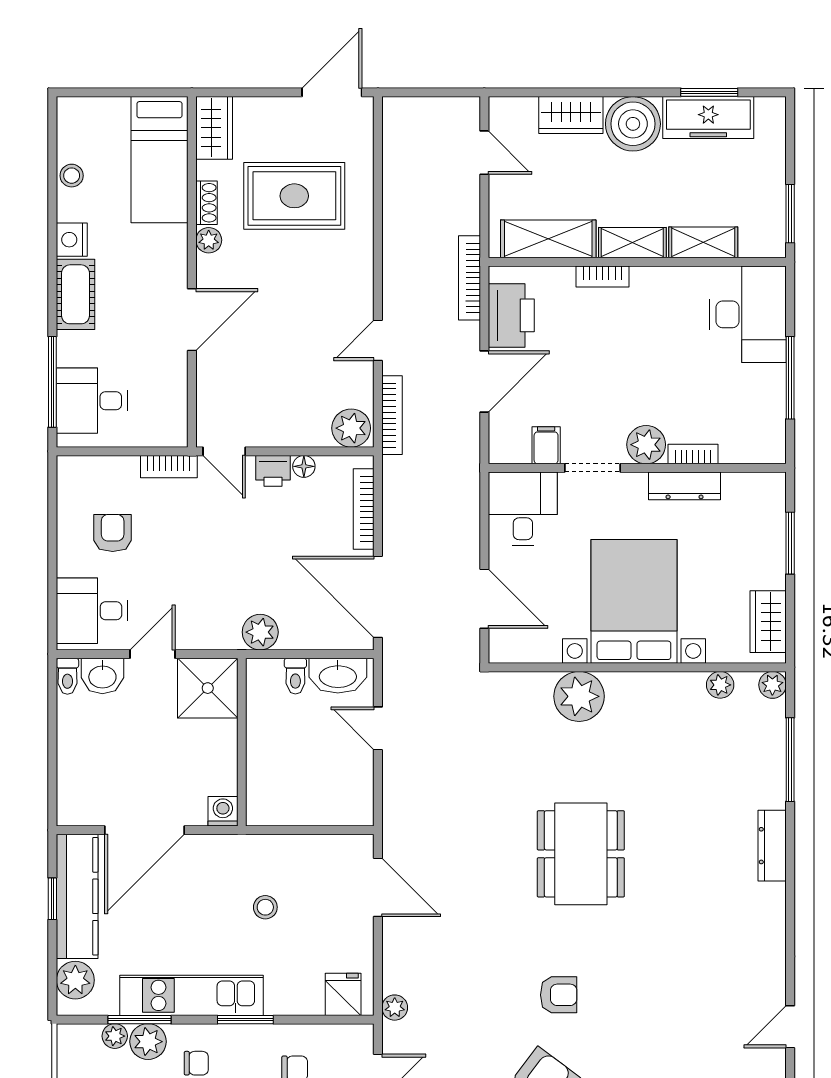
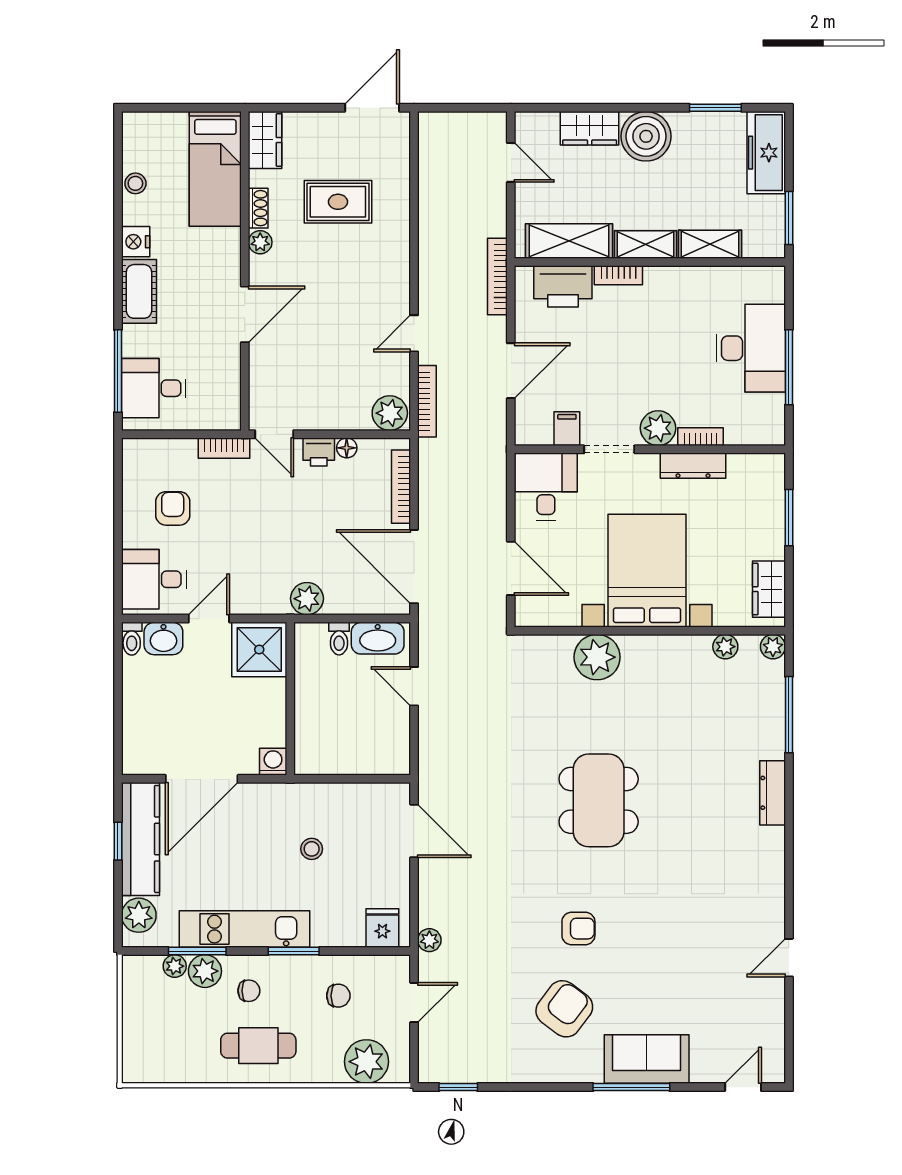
freezer: (708, 117) -> (766, 153), moved, turned 90
rug: (294, 196) -> (338, 202), width x0.73, depth x0.70
desk: (748, 314) -> (751, 348), moved
printer: (511, 315) -> (563, 286), moved, turned 90

